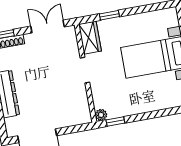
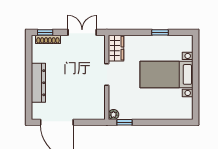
window: (109, 15) -> (160, 32), moved

